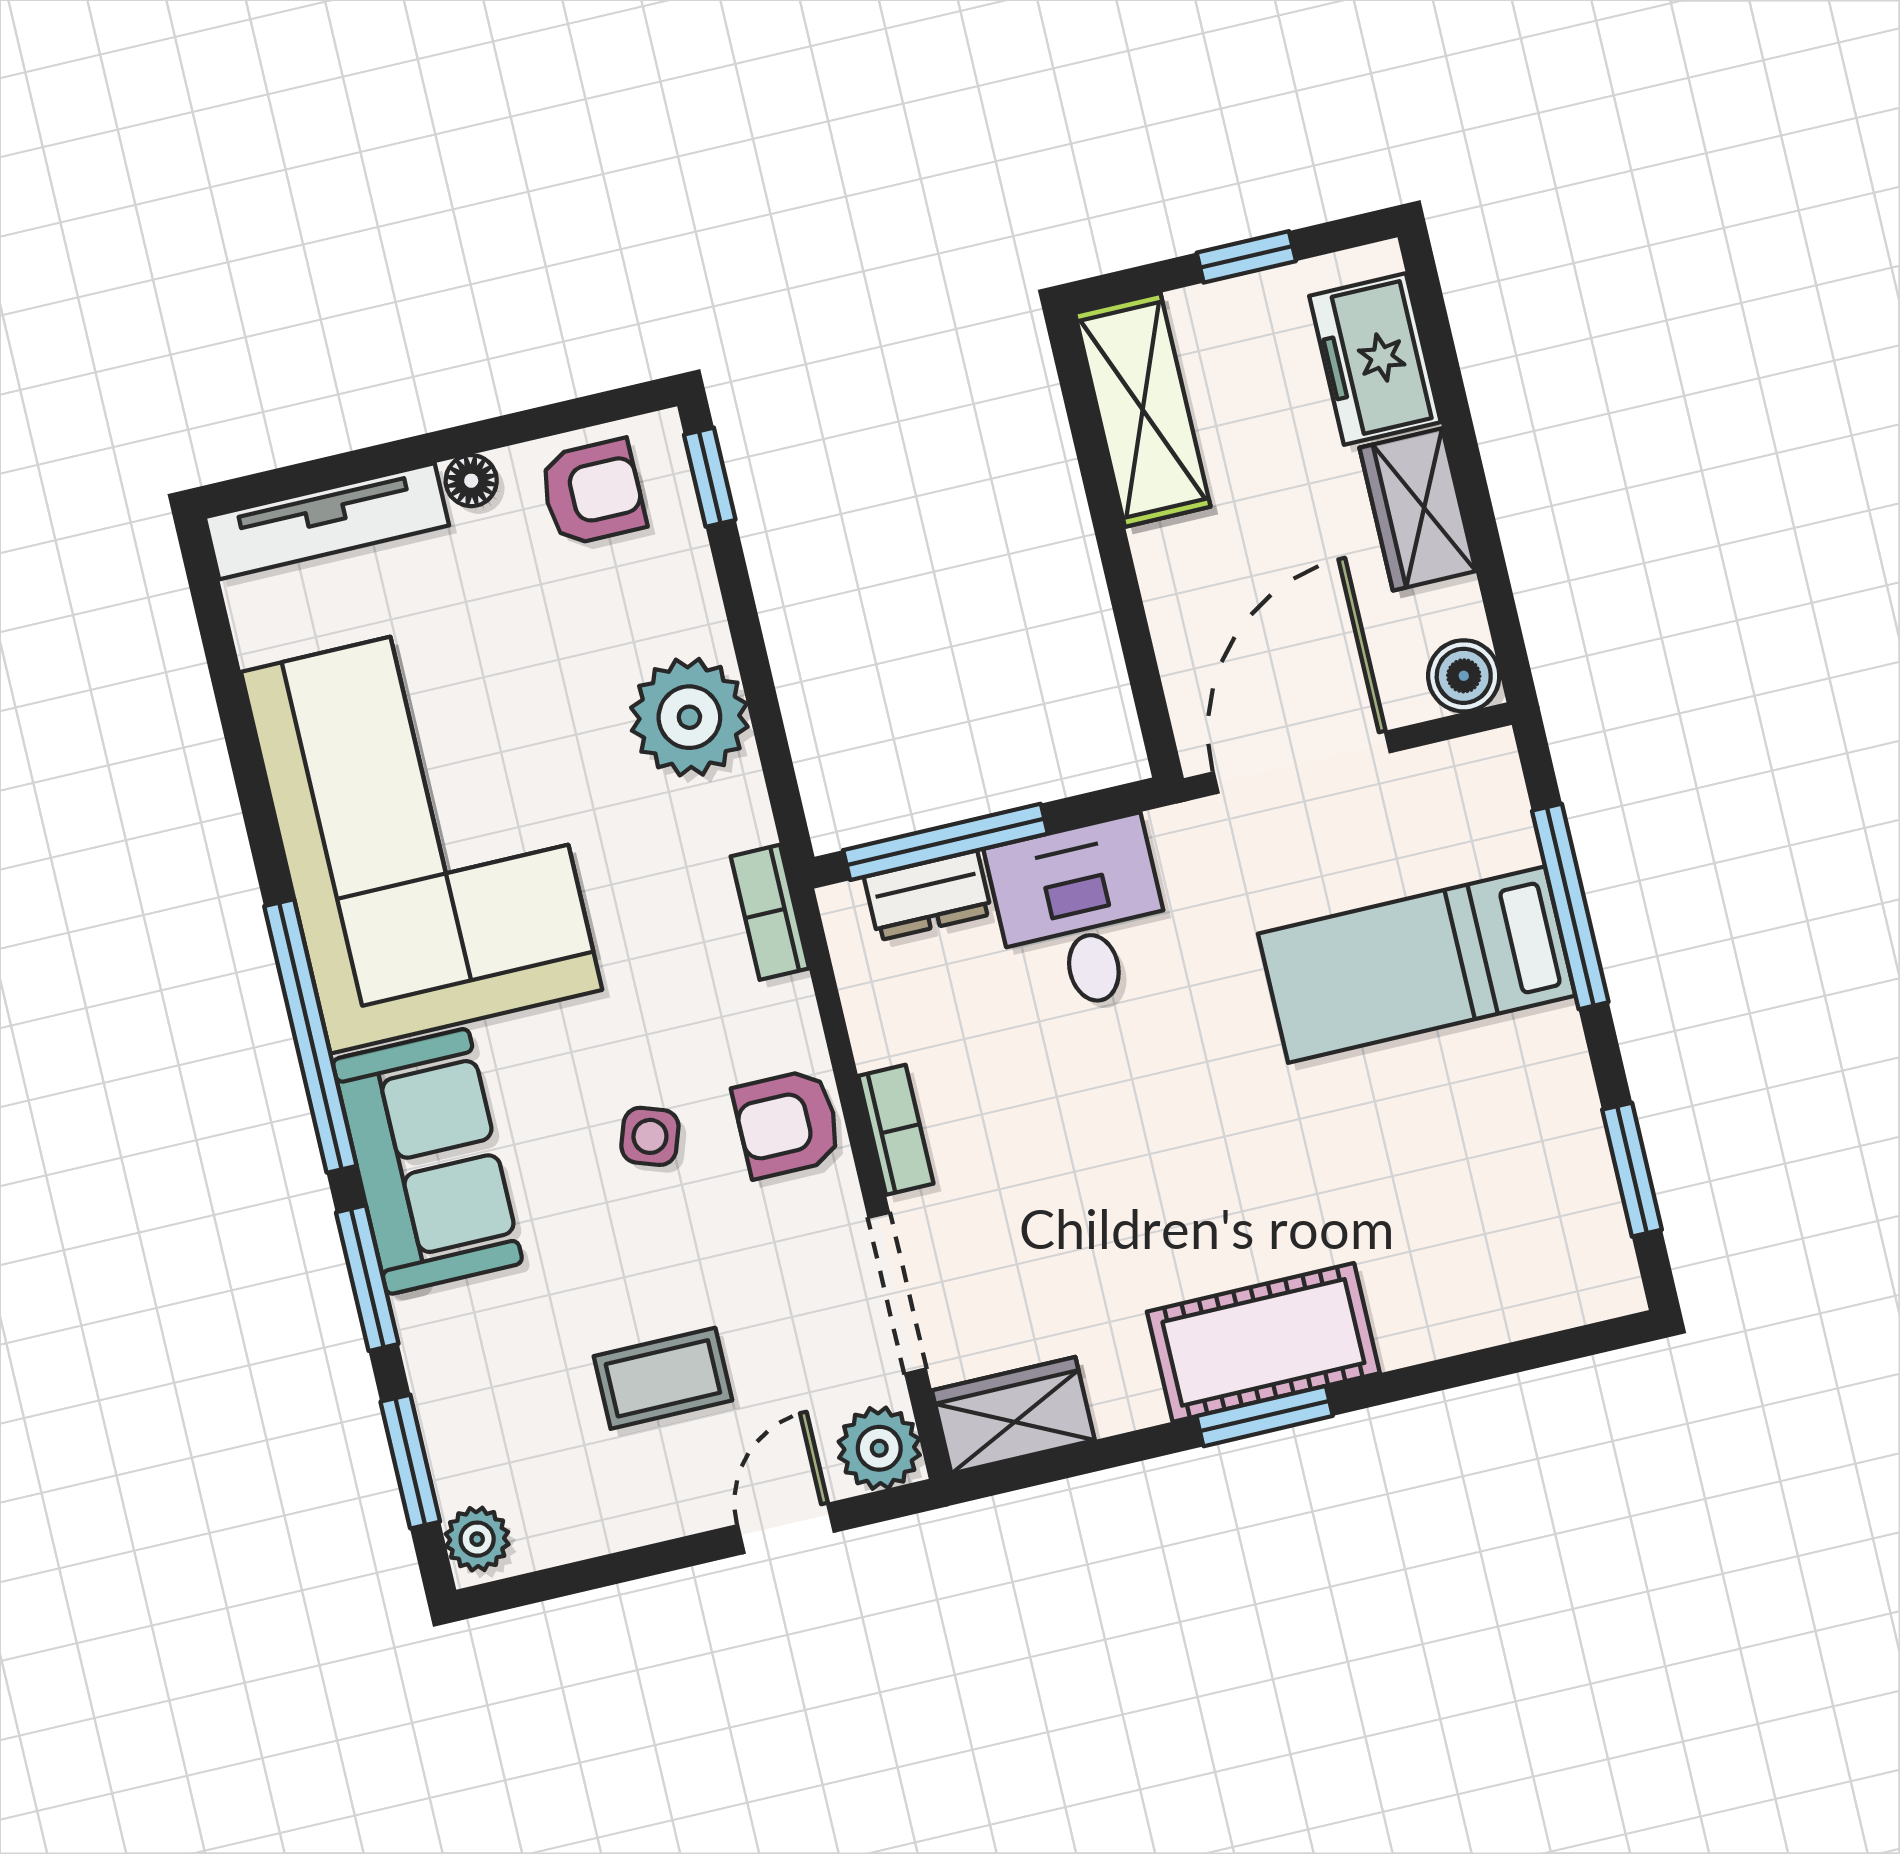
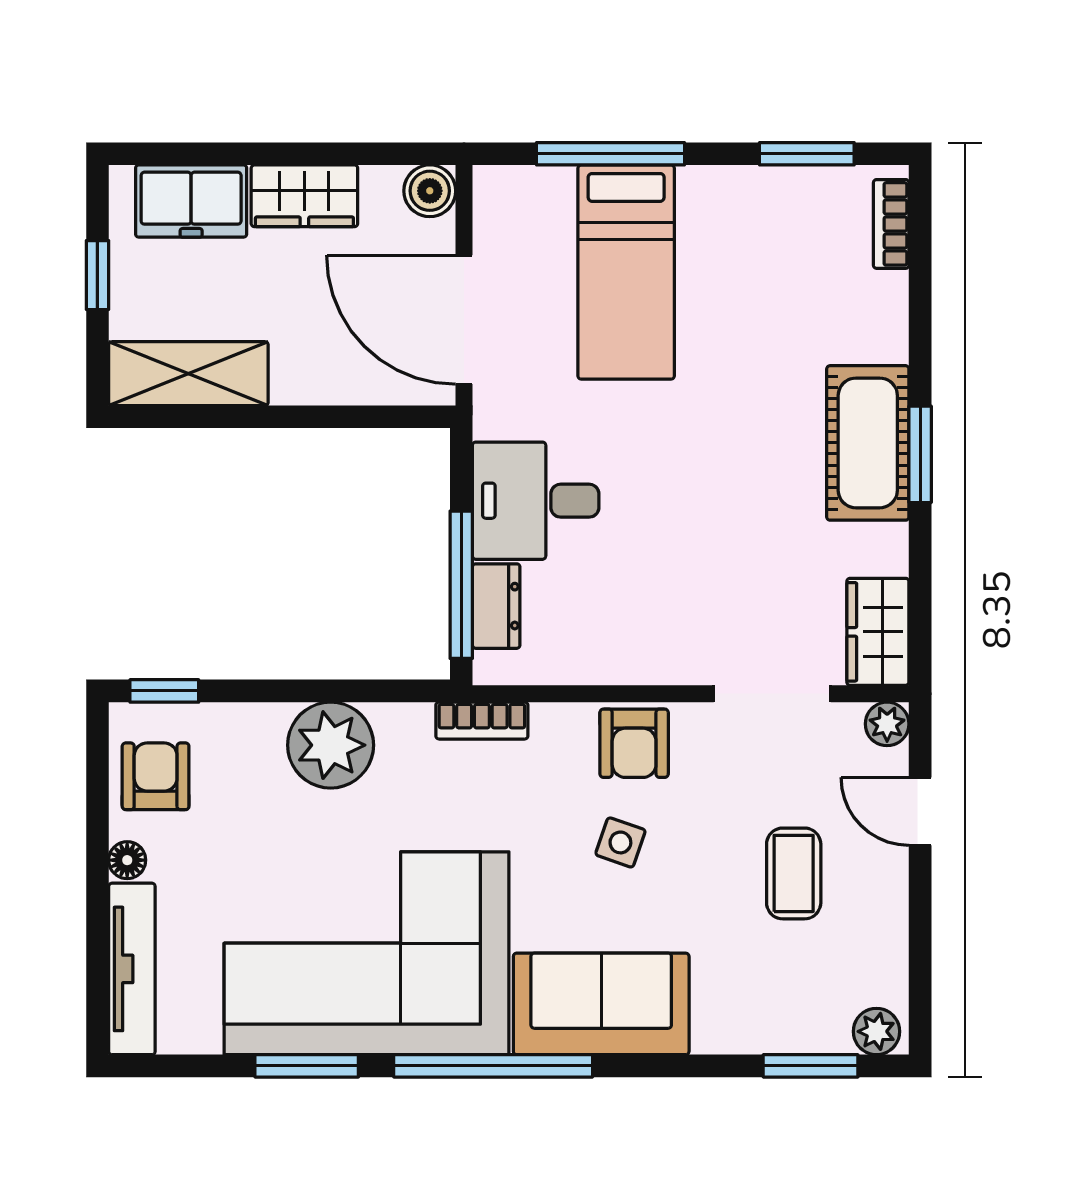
bookcase: (896, 1130) -> (891, 224), moved, turned -90
window: (367, 1278) -> (307, 1066), moved
plant: (879, 1448) -> (887, 724), width x0.73, depth x0.73

